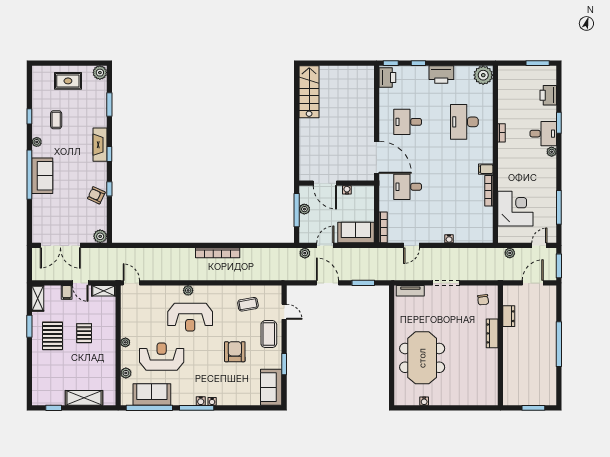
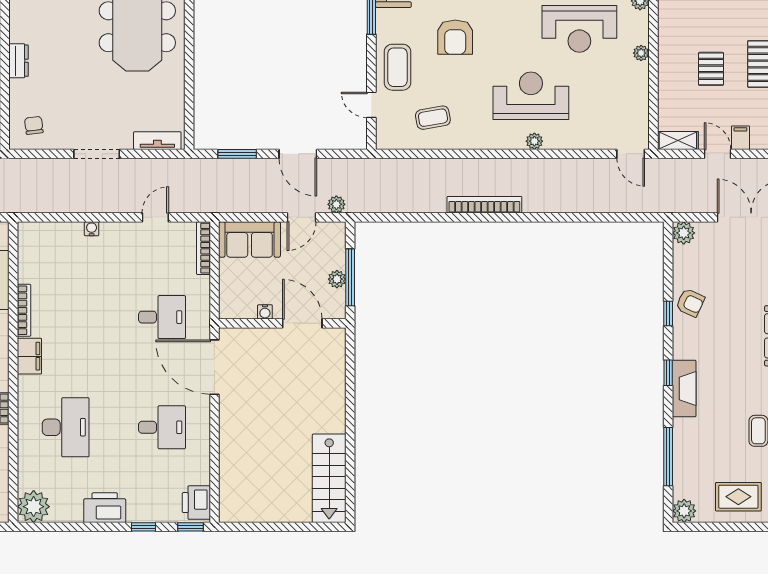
window: (109, 105) -> (668, 457), width x1.44
filing cabinet: (486, 169) -> (29, 356), width x2.00
dresser: (492, 333) -> (19, 61), width x0.70

